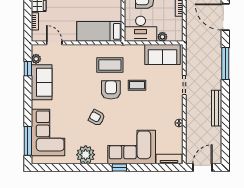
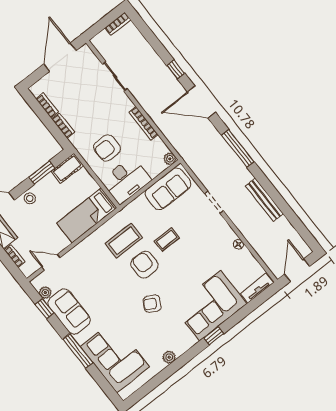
plant: (162, 37) -> (170, 159), moved
window: (28, 141) -> (78, 351), moved
plant: (86, 155) -> (169, 357), width x0.53, depth x0.53

